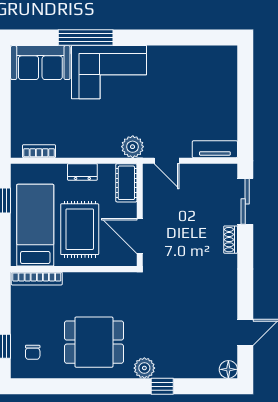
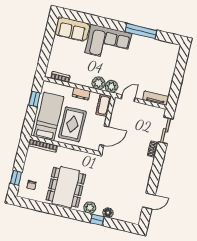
window: (86, 38) -> (141, 31), moved
plant: (108, 146) -> (99, 83), added
door: (167, 161) -> (128, 98), swing flipped
door: (140, 236) -> (104, 136), swing flipped
dining table: (94, 342) -> (66, 187), width x1.38
floor lamp: (228, 369) -> (108, 213), moved

